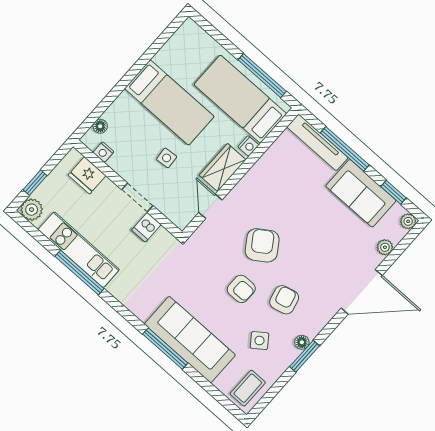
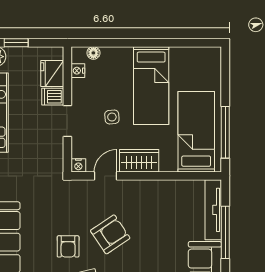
nightstand: (248, 146) -> (78, 165), moved
dishwasher: (146, 227) -> (53, 97), moved

